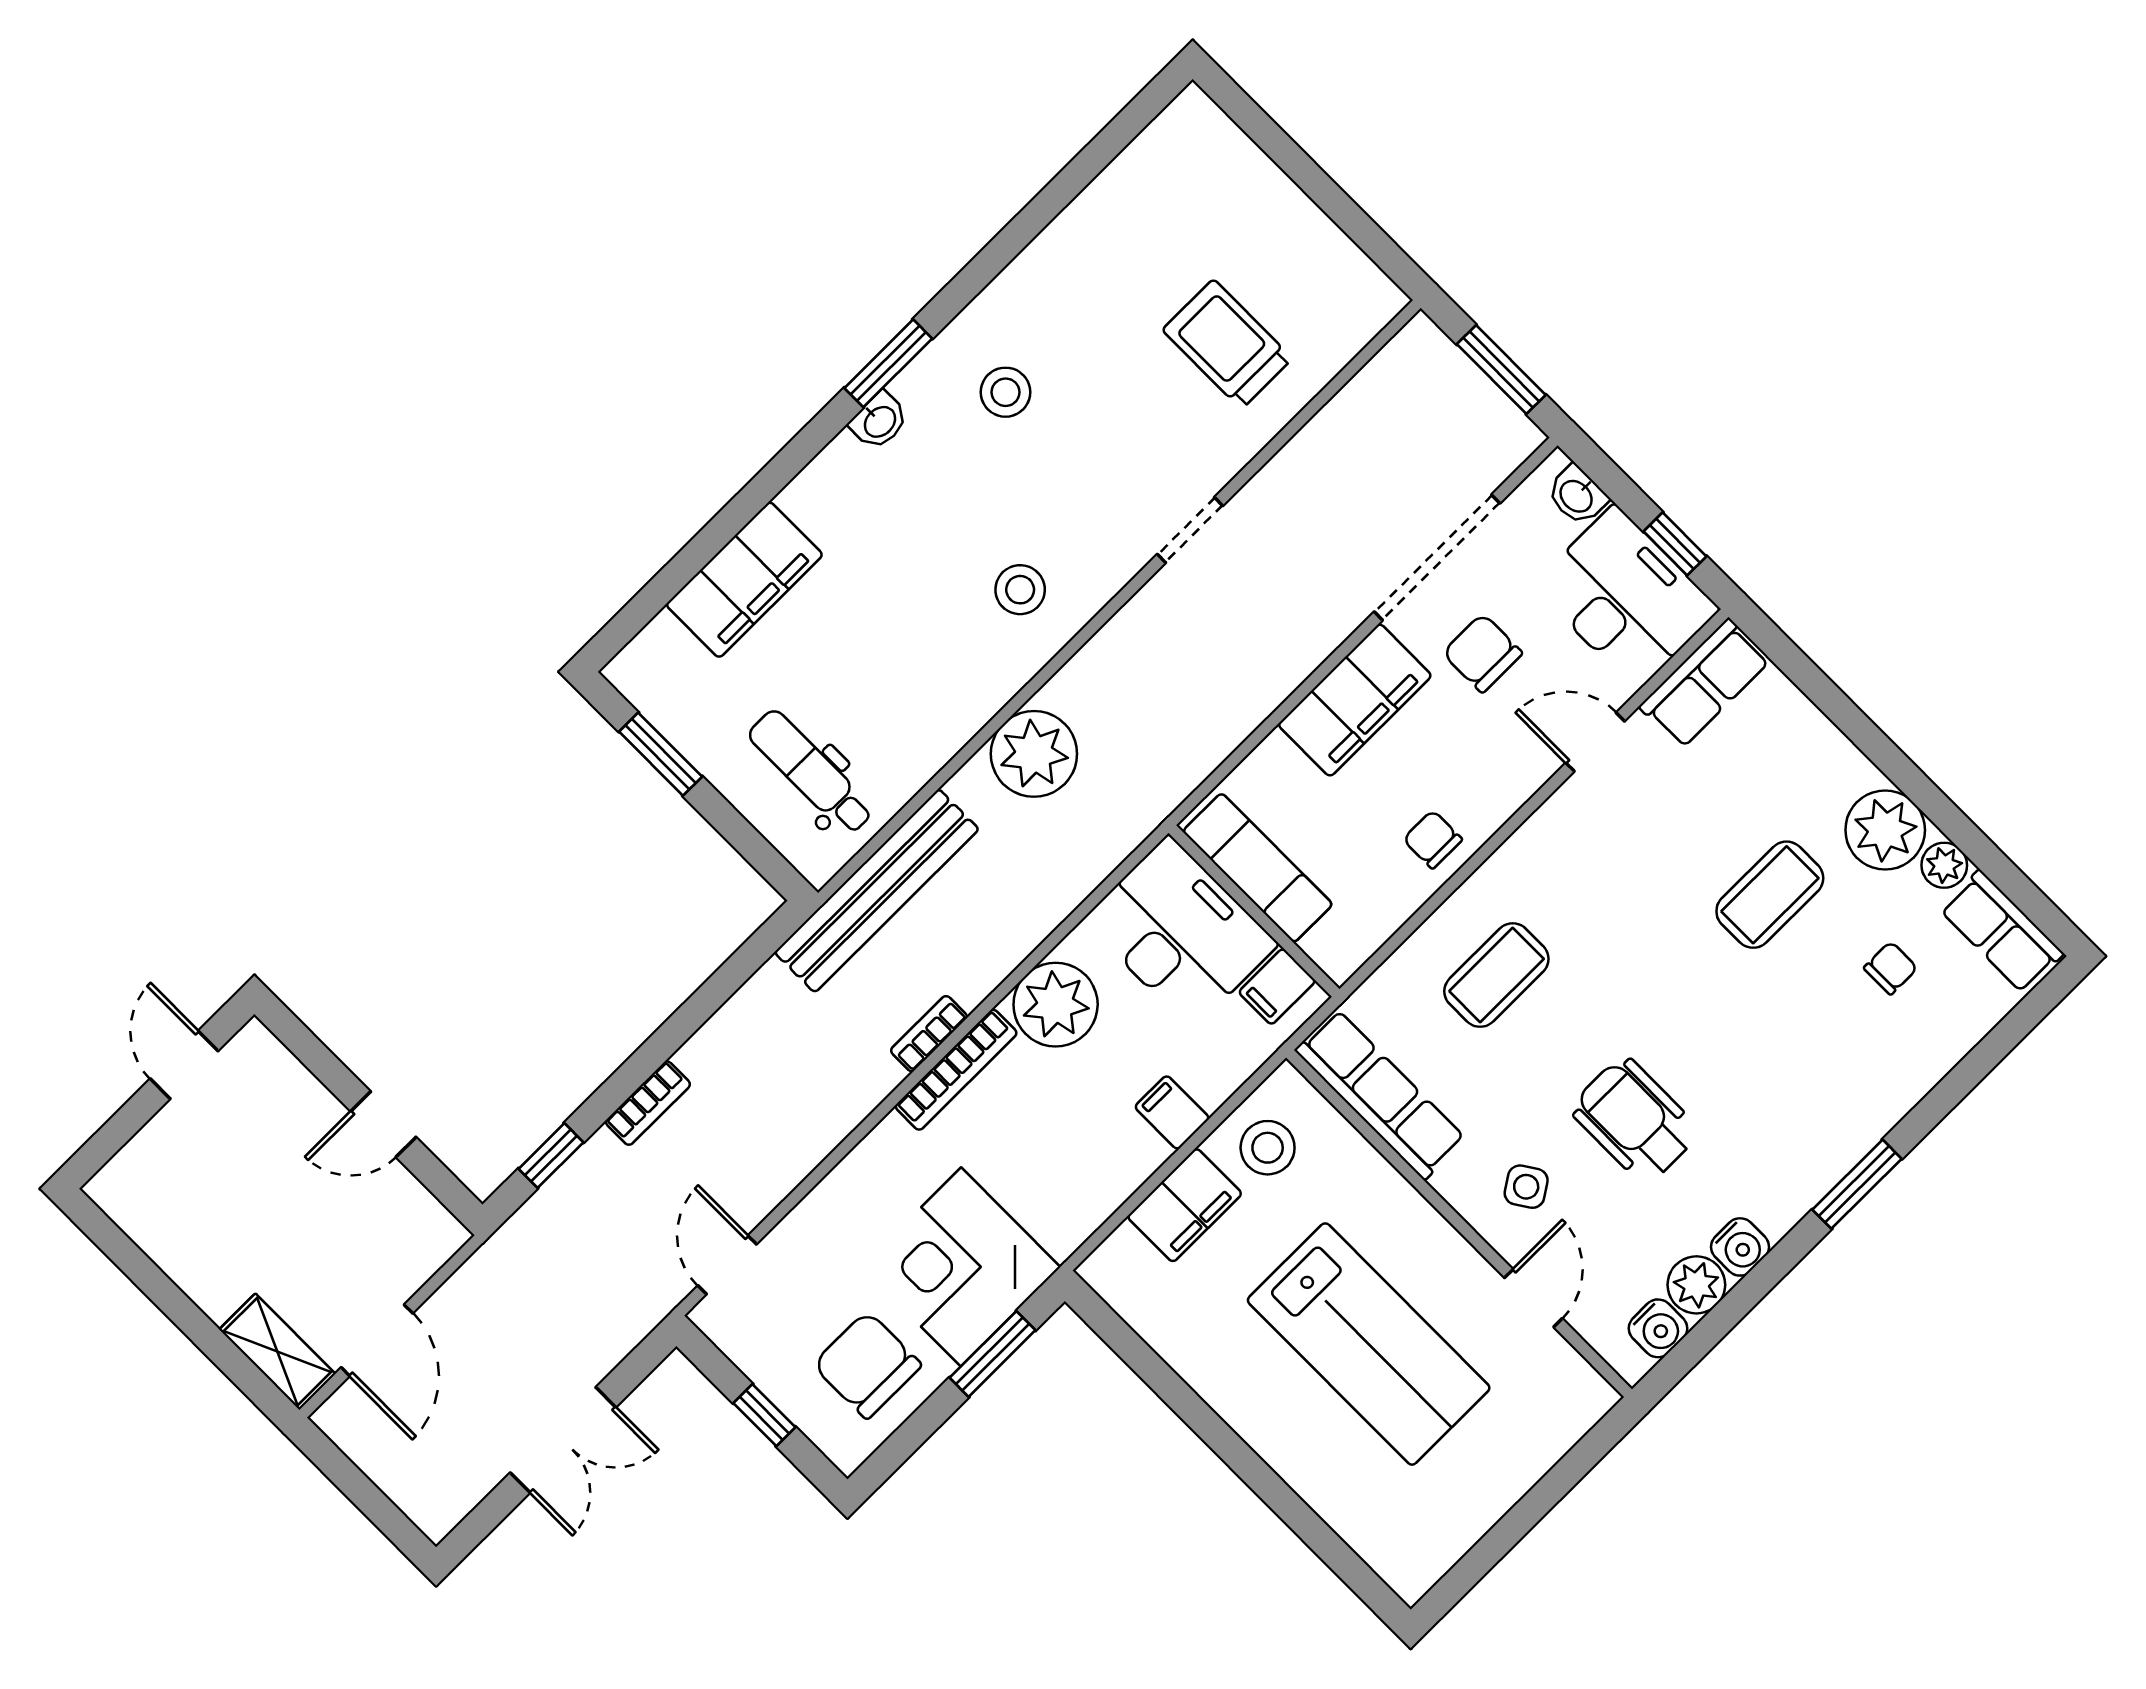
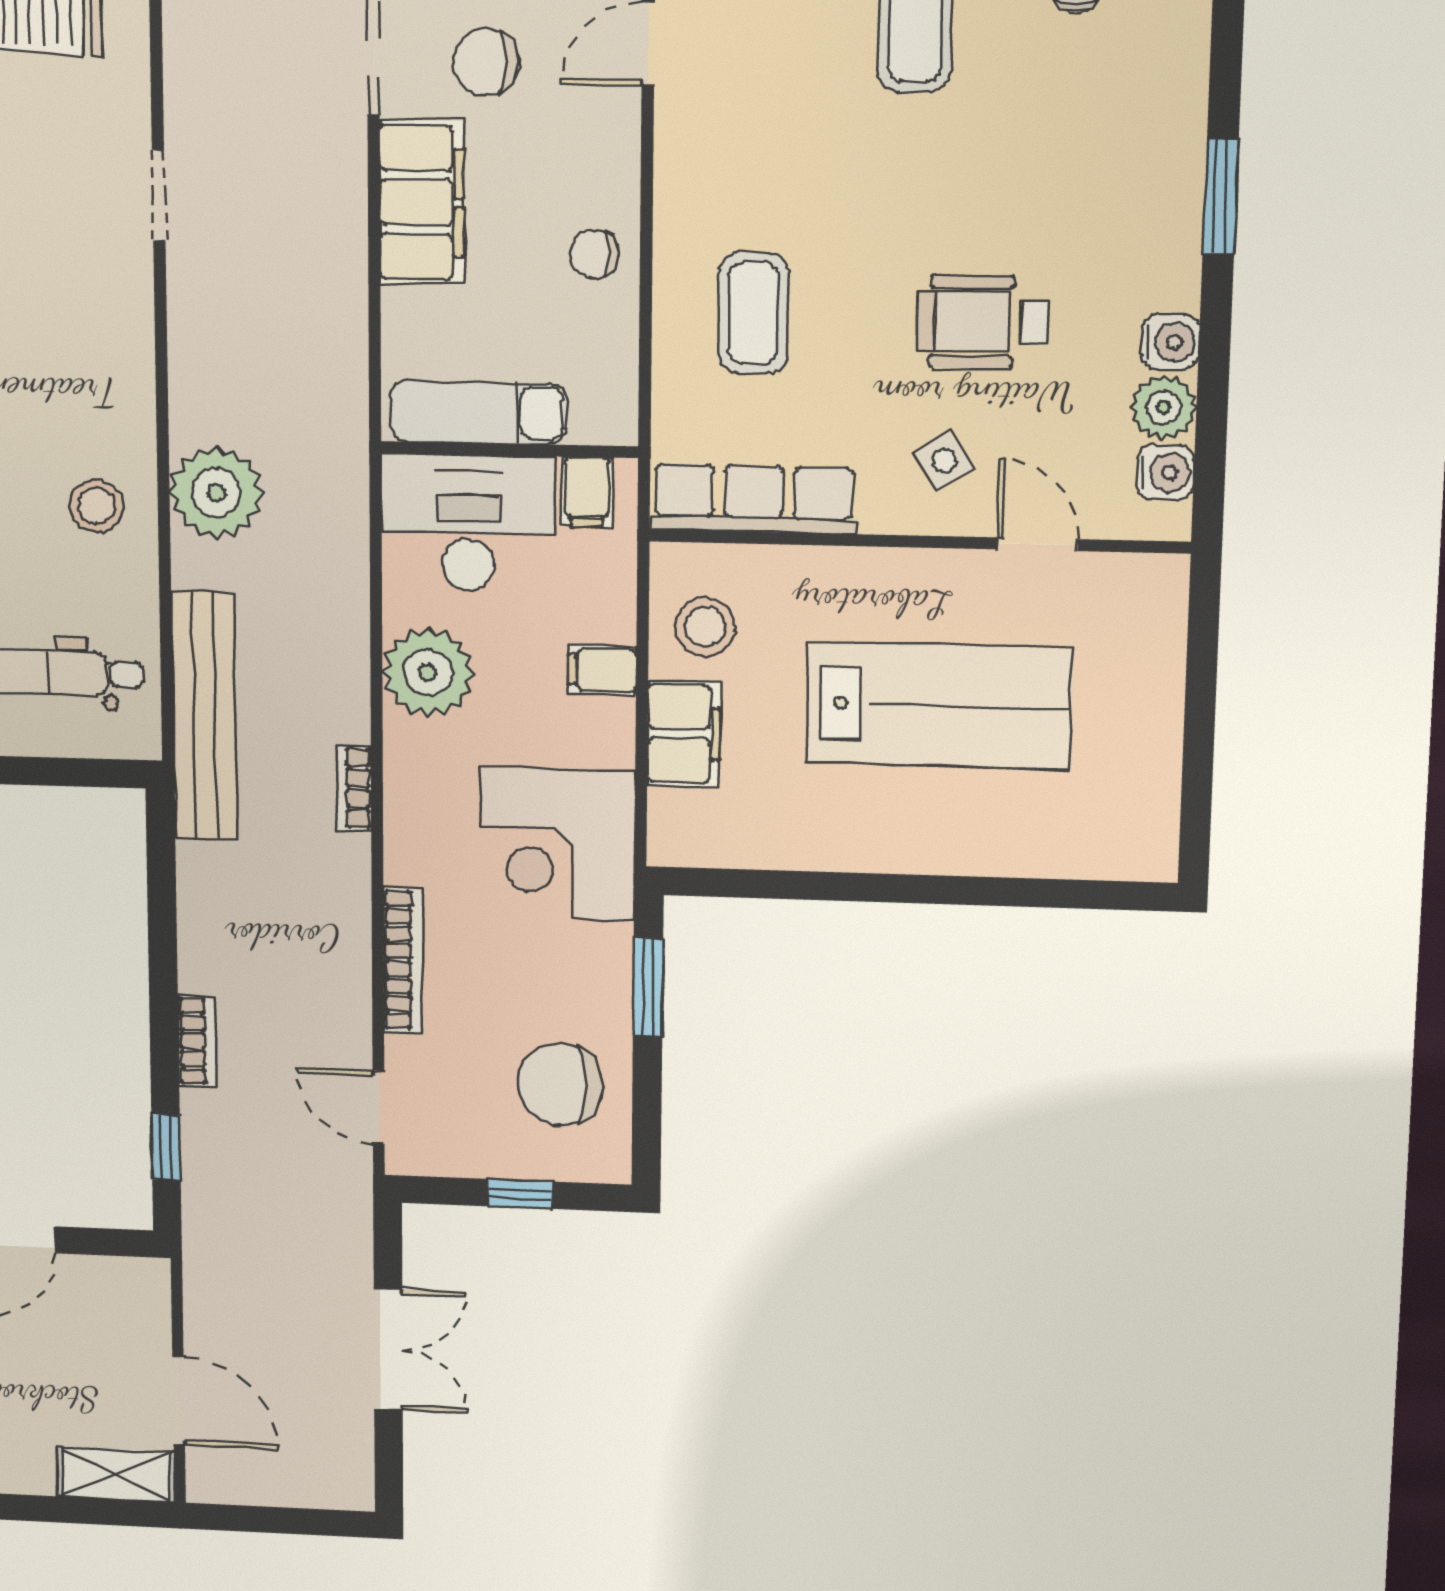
stool: (1020, 590) -> (97, 506), moved
bookcase: (956, 1070) -> (403, 960), moved
corner desk: (961, 1267) -> (558, 844), moved

